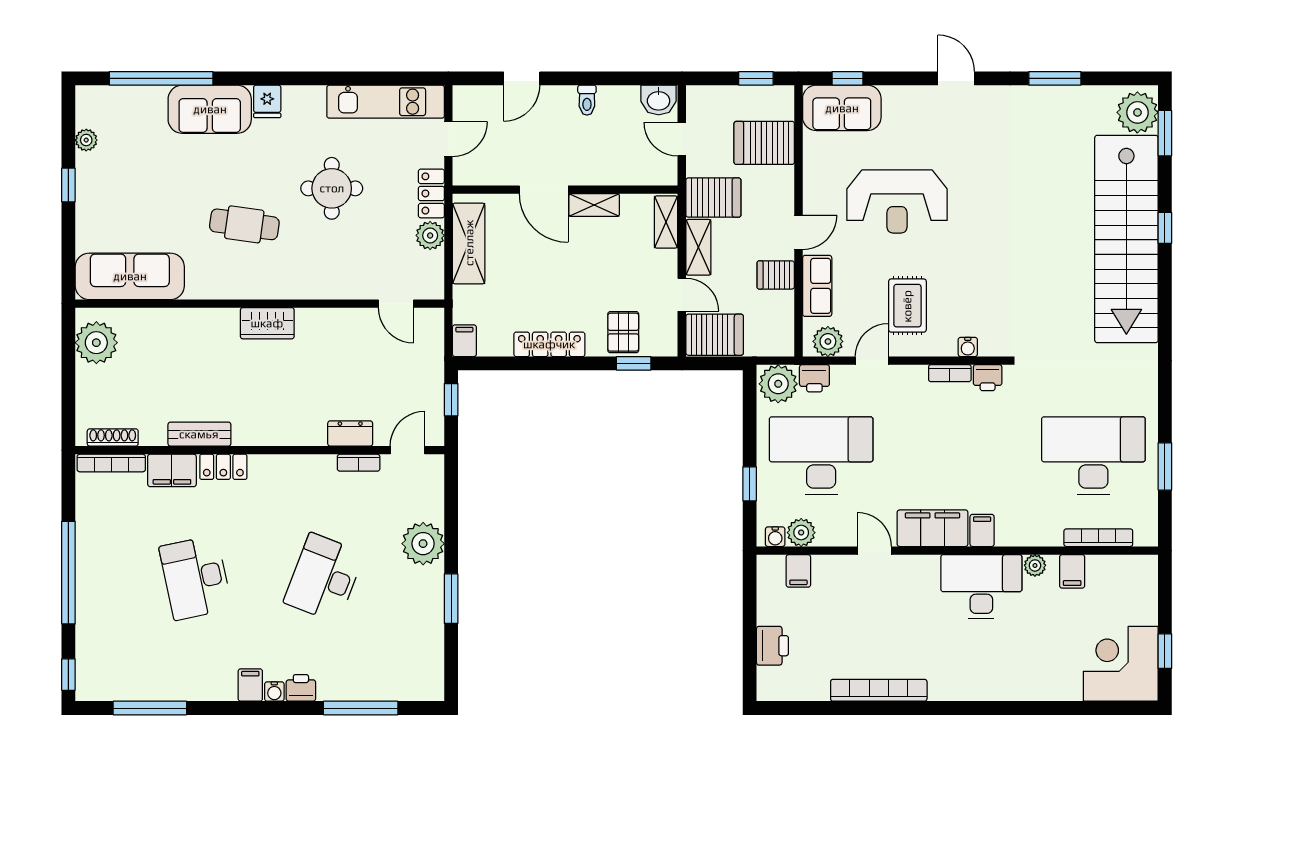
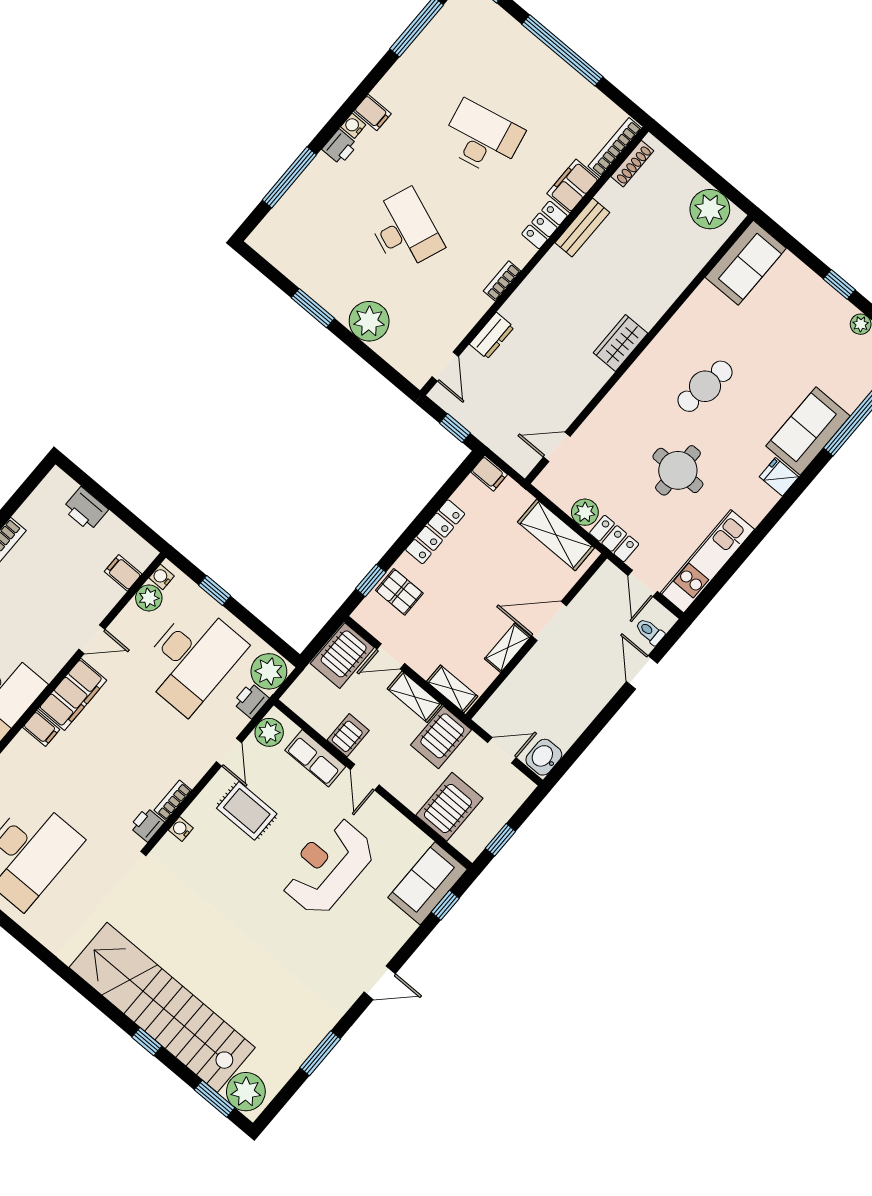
toilet: (587, 100) -> (650, 632), moved
sofa: (130, 276) -> (746, 263), width x0.73
bookcase: (359, 463) -> (502, 281), moved

